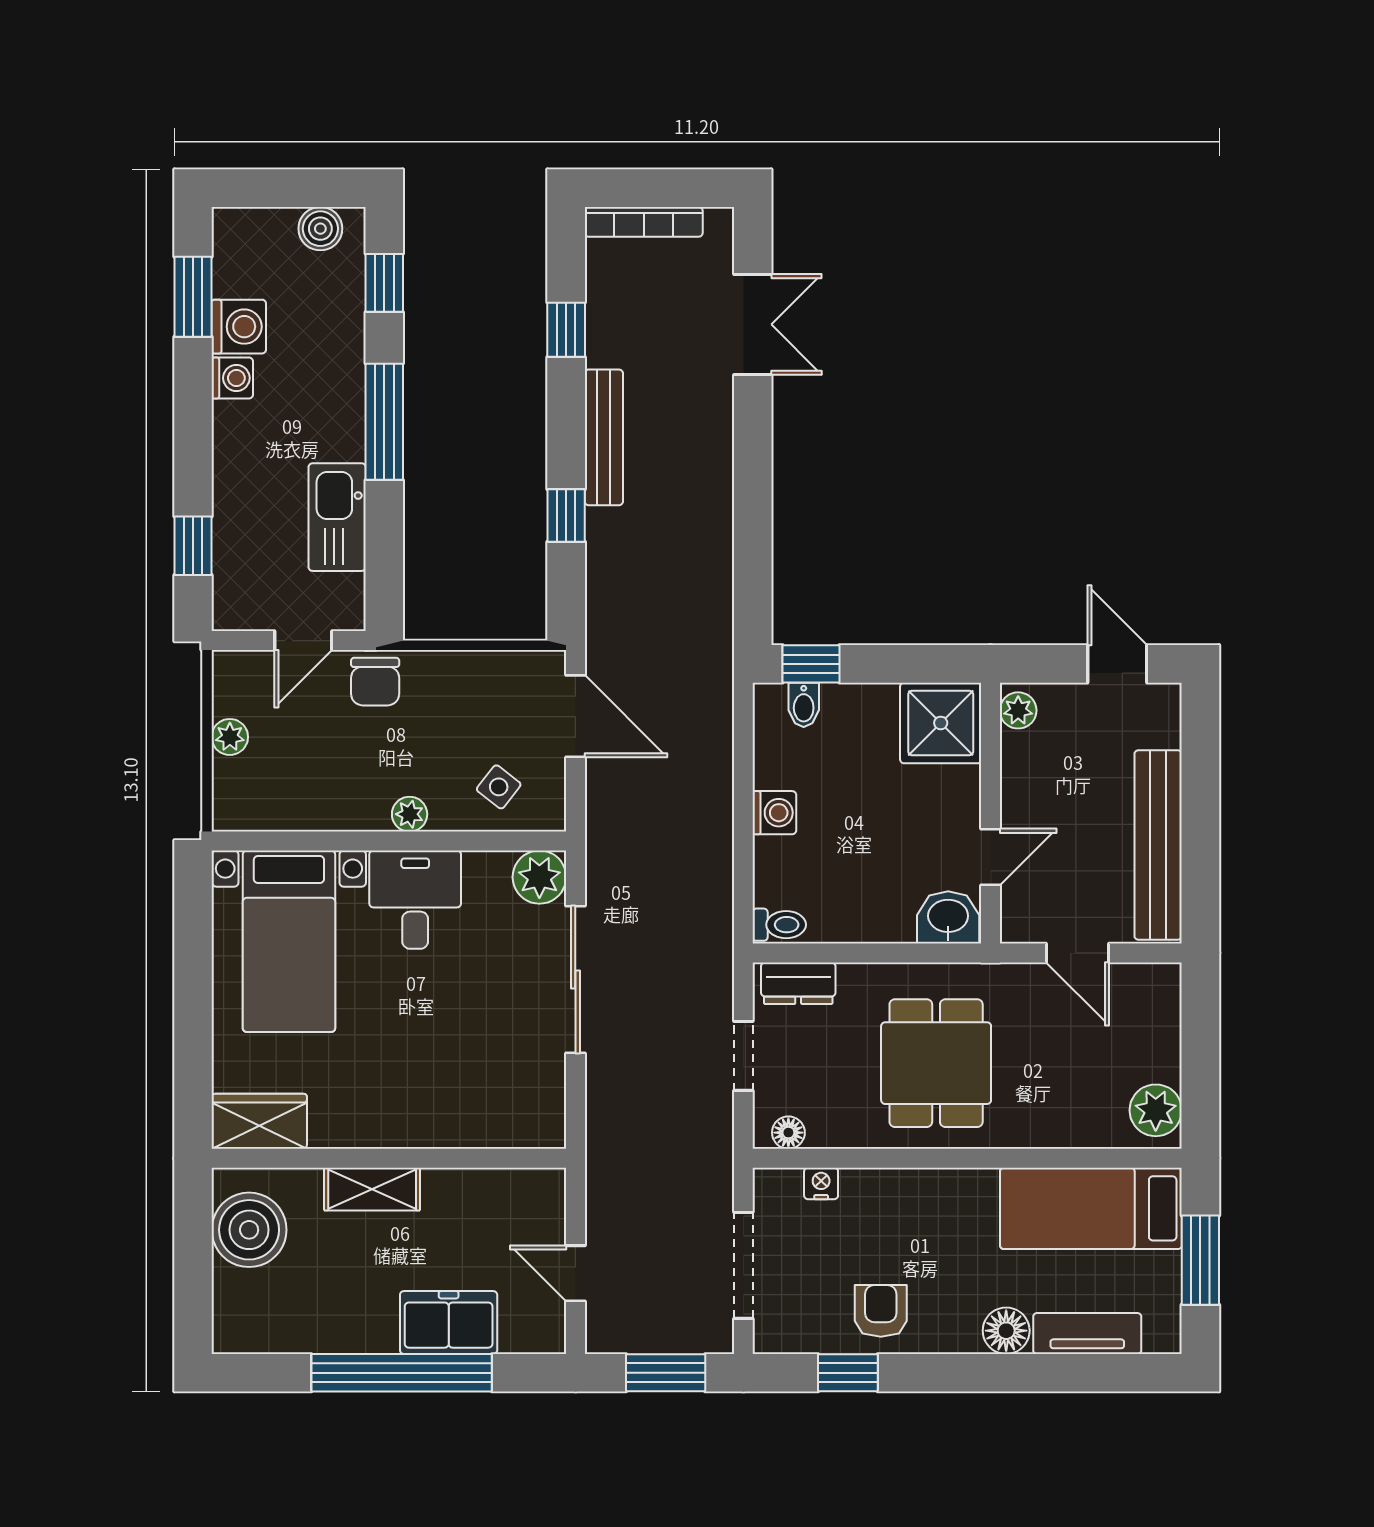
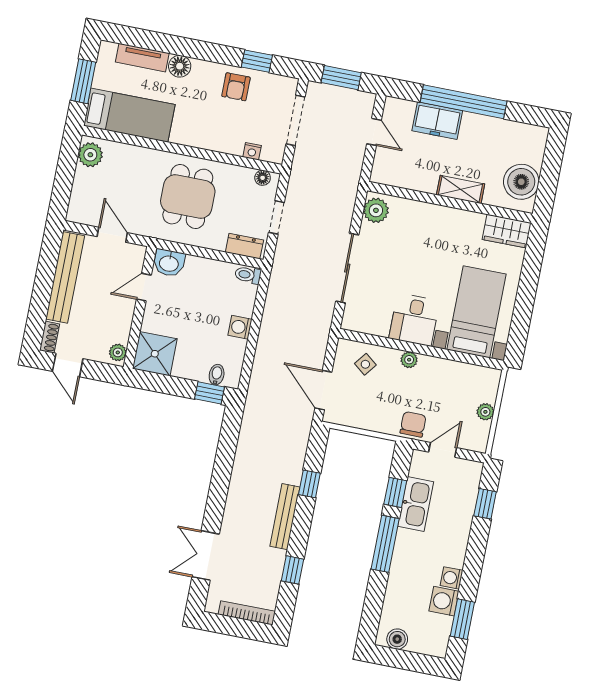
window: (384, 283) -> (395, 492), moved
shoe rack: (1166, 714) -> (50, 337), added
plant: (539, 877) -> (376, 210), moved

